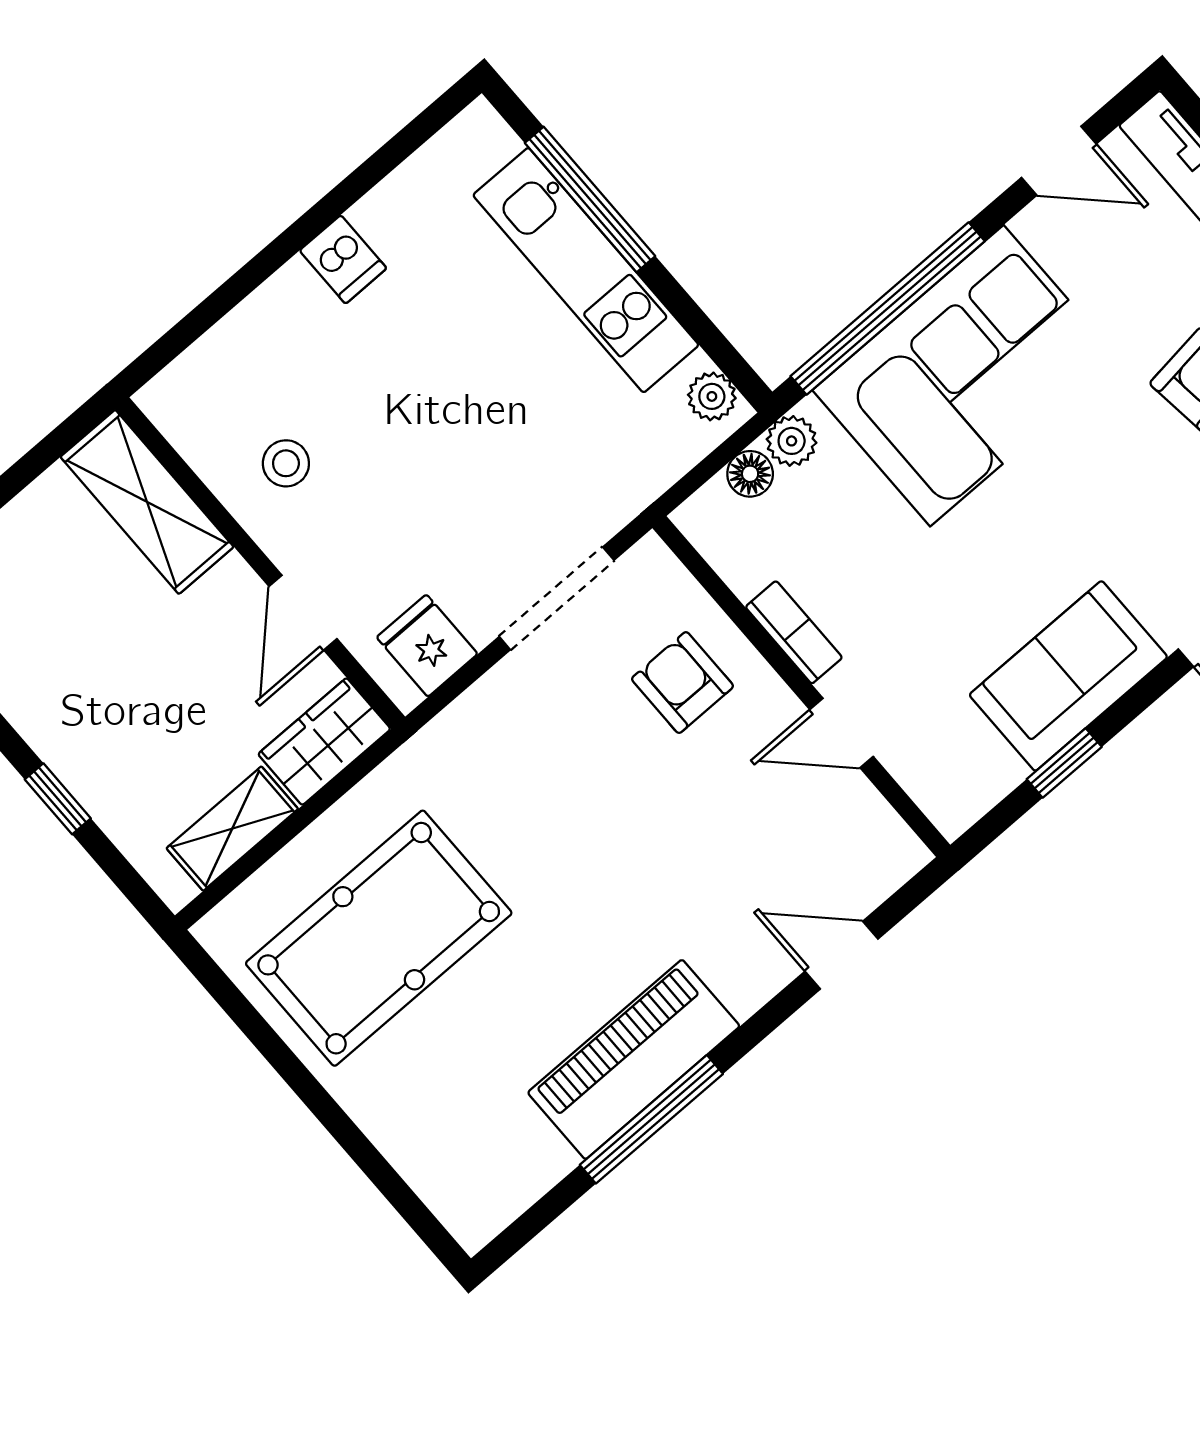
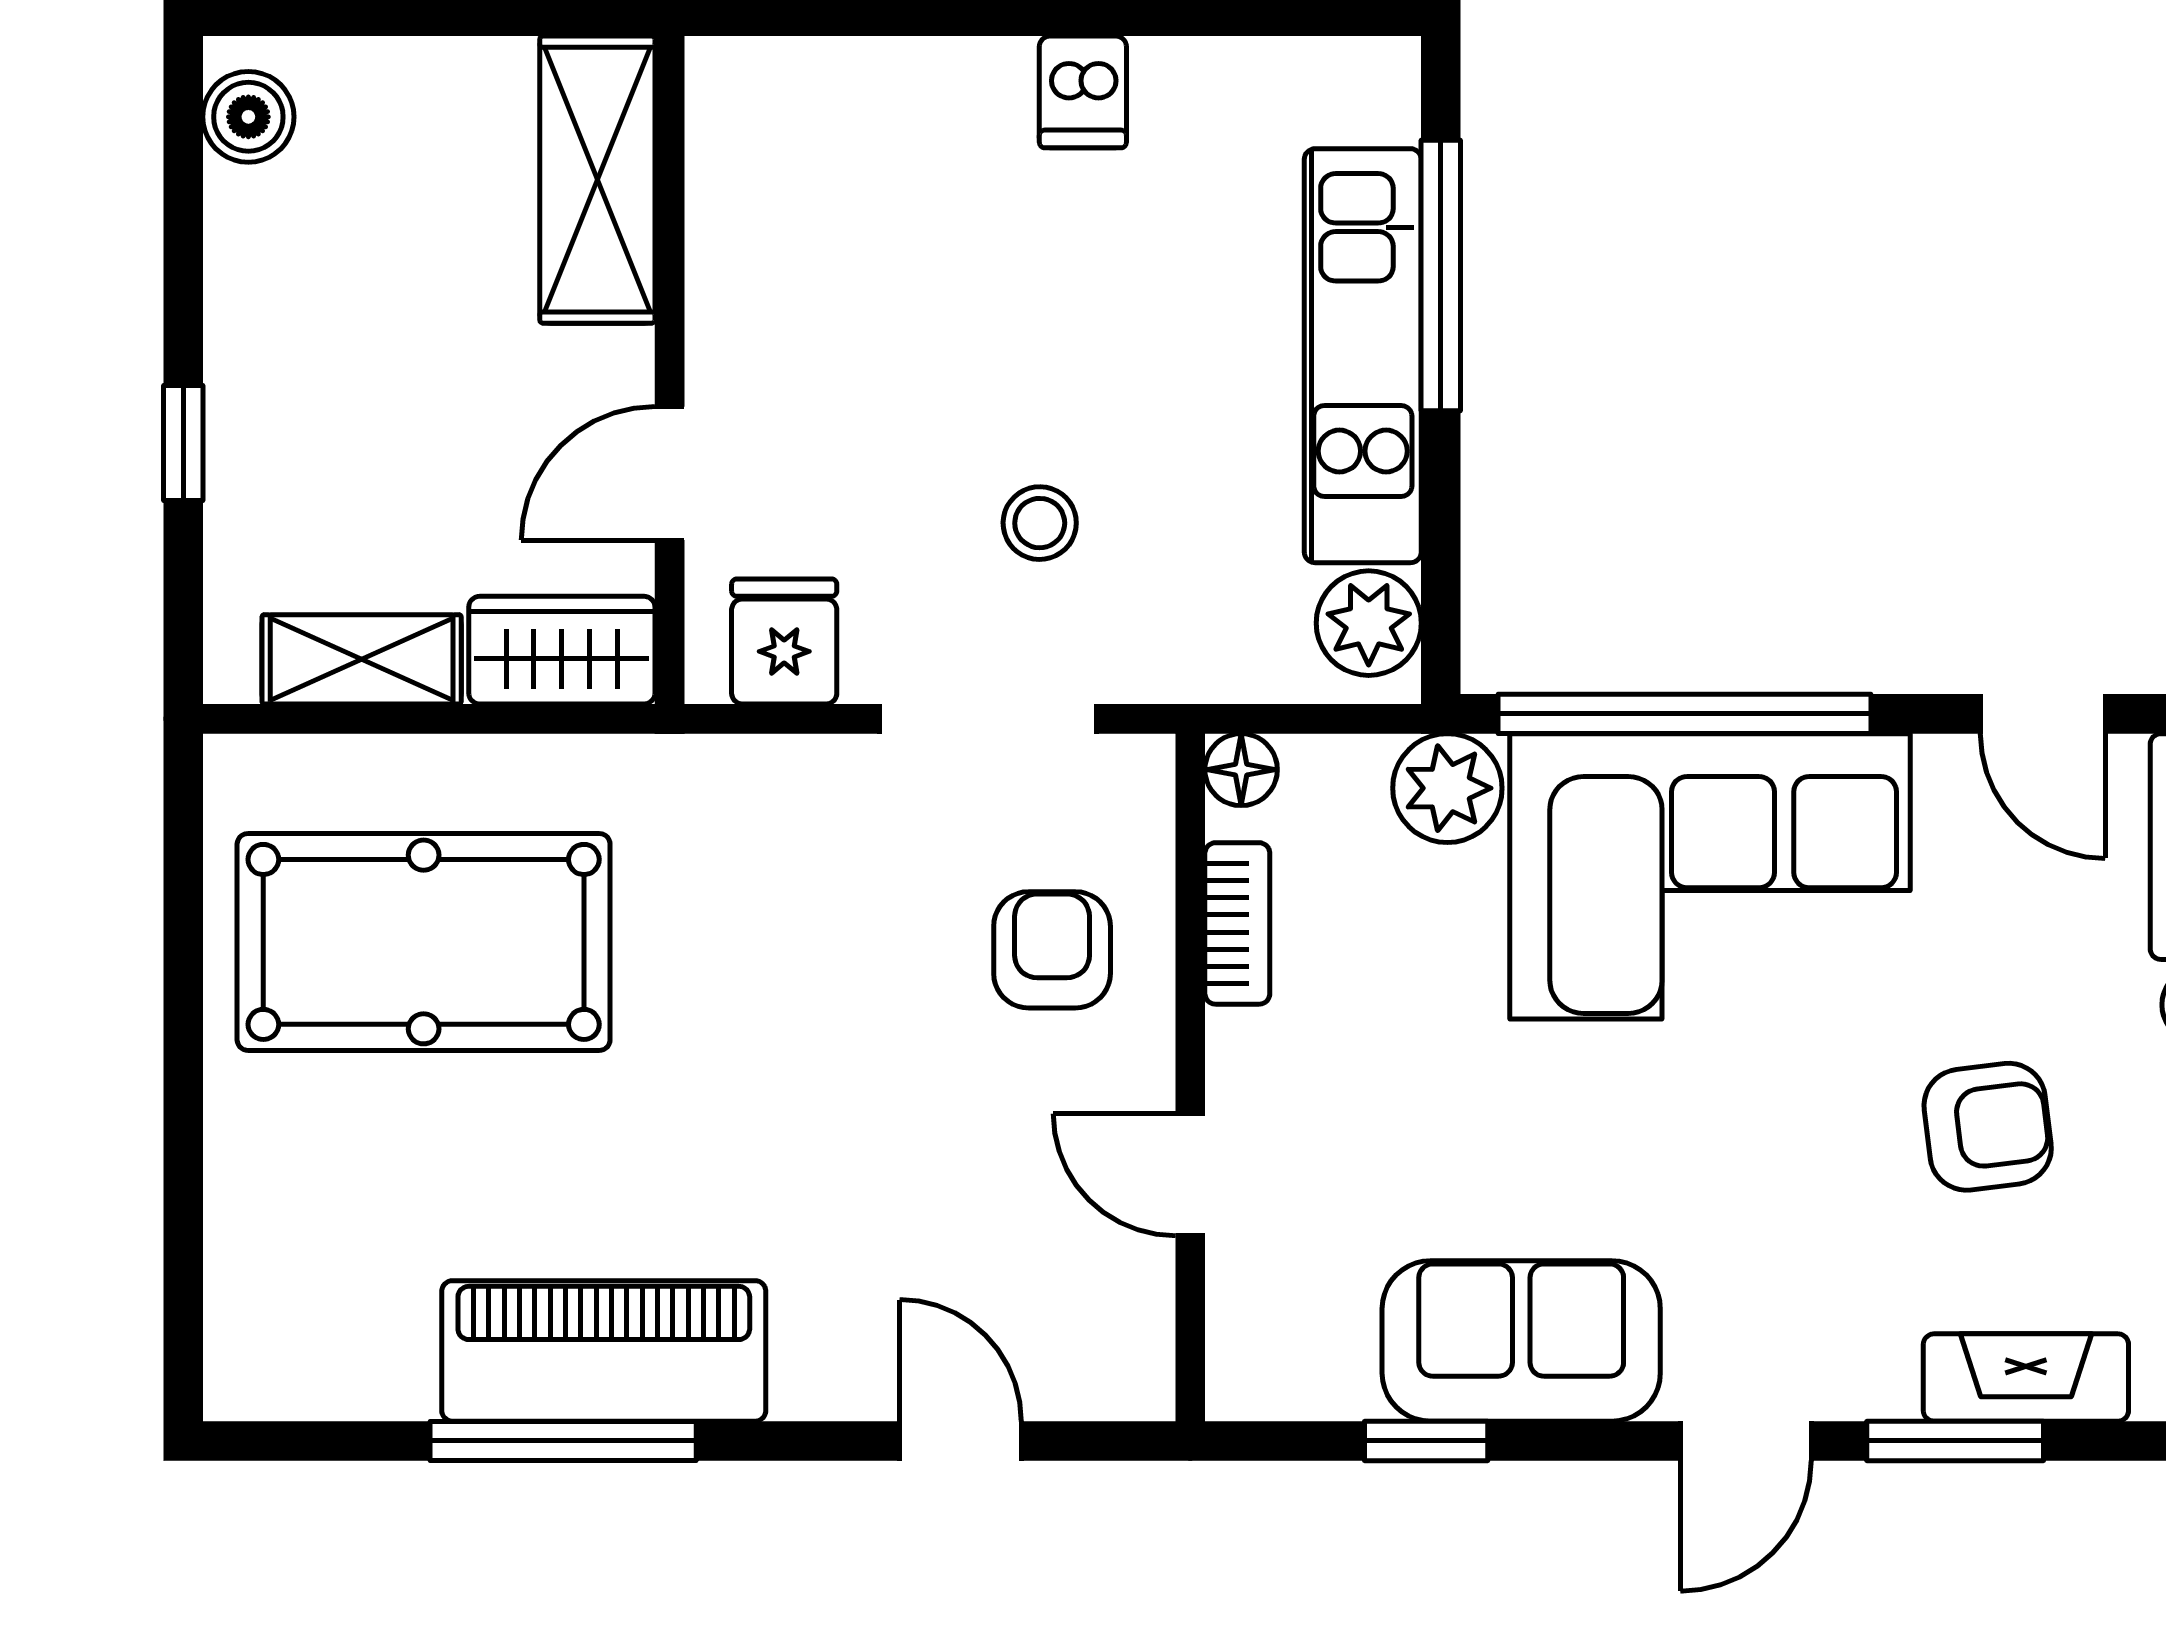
plant: (712, 396) -> (1369, 623), width x1.38, depth x1.38
plant: (792, 441) -> (1447, 788), width x1.38, depth x1.38
stool: (286, 463) -> (1040, 523), moved
floor lamp: (750, 474) -> (1241, 770), moved
bookcase: (794, 632) -> (1237, 923), moved

